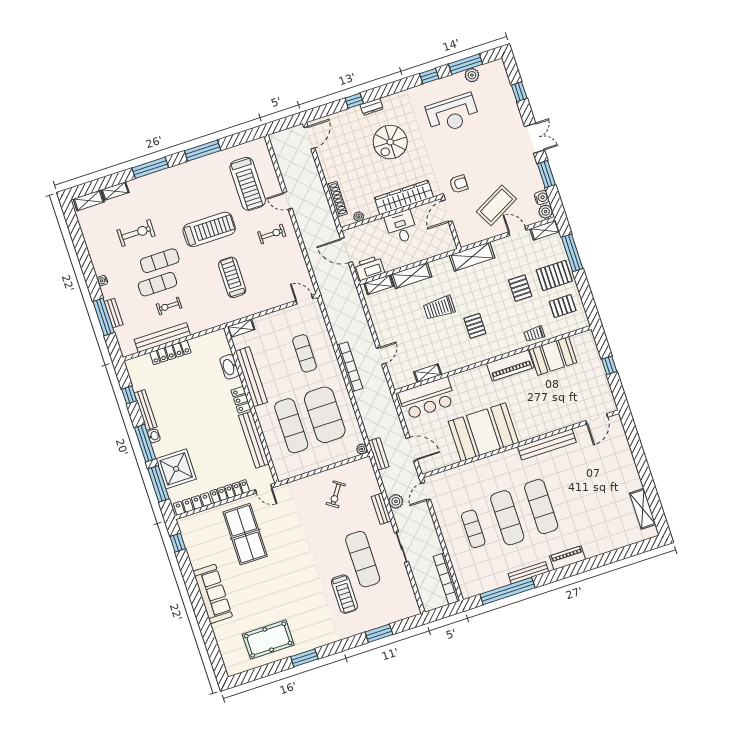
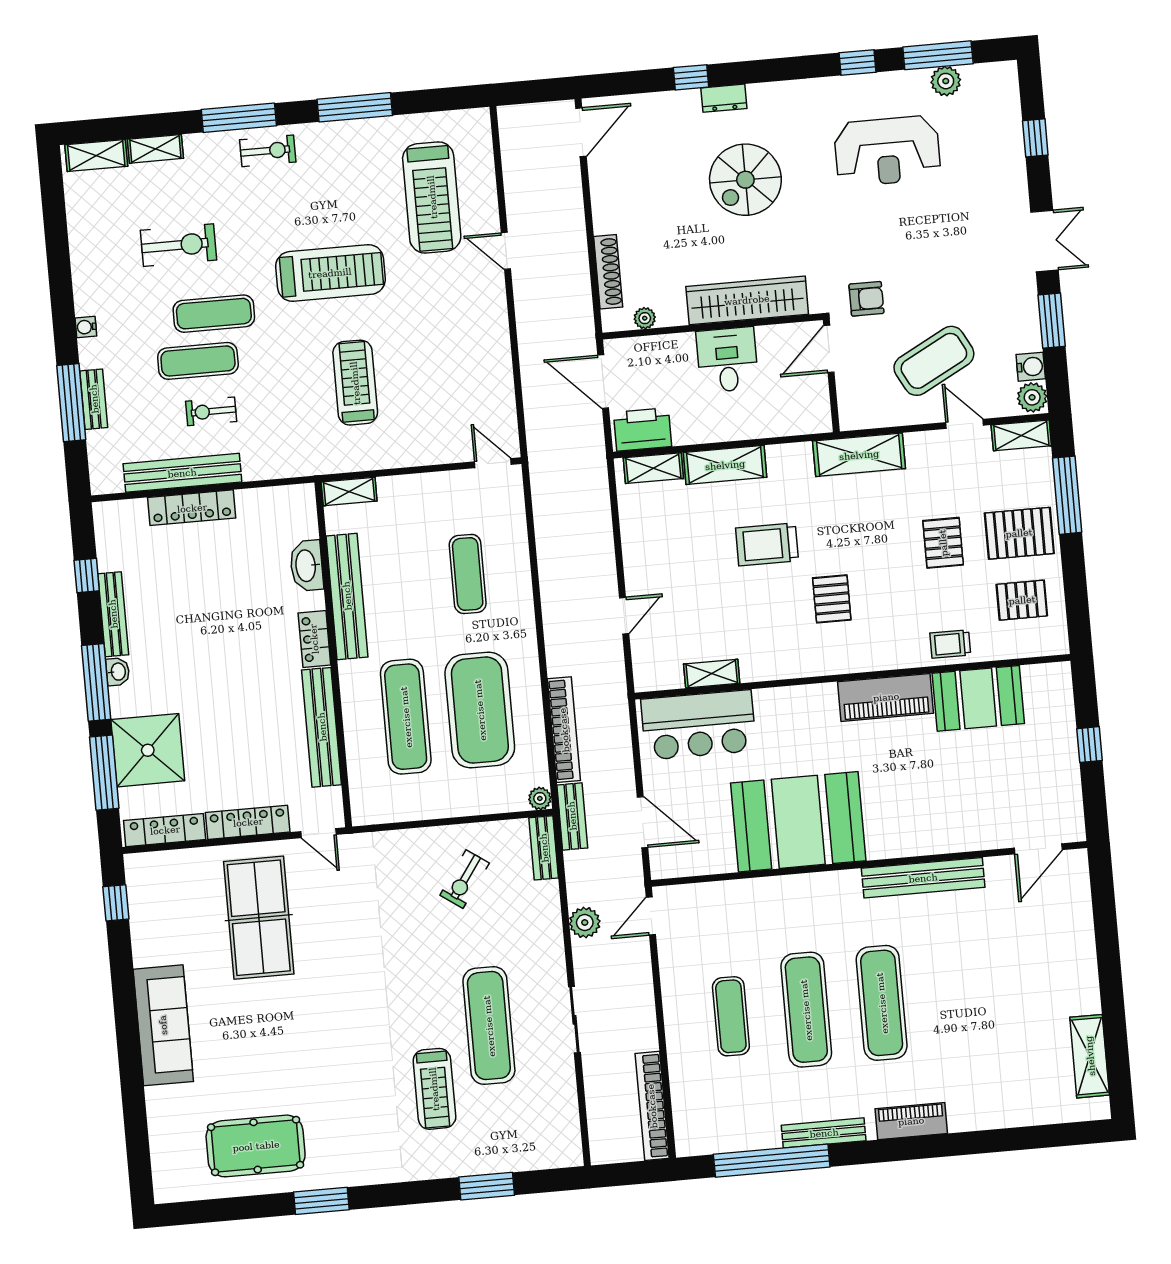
exercise bike: (272, 234) -> (268, 151), moved
bookcase: (350, 367) -> (564, 730), moved
bench: (381, 509) -> (544, 848), moved

